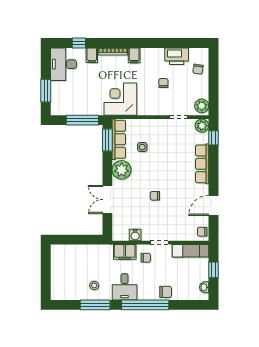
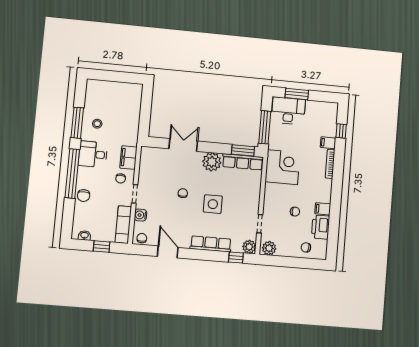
filing cabinet: (134, 55) -> (323, 209), moved
desk: (63, 64) -> (288, 111), moved
side table: (142, 147) -> (213, 204), moved, width x1.87, depth x1.87
water cooler: (135, 235) -> (140, 215), moved

